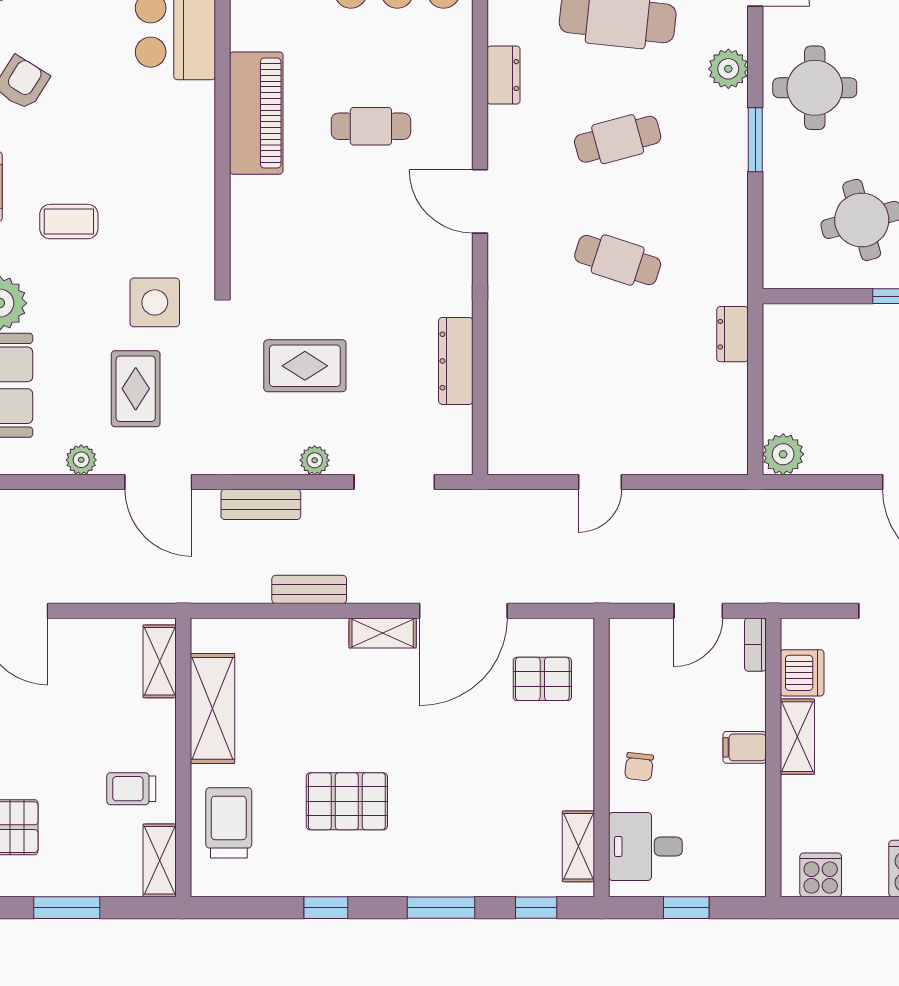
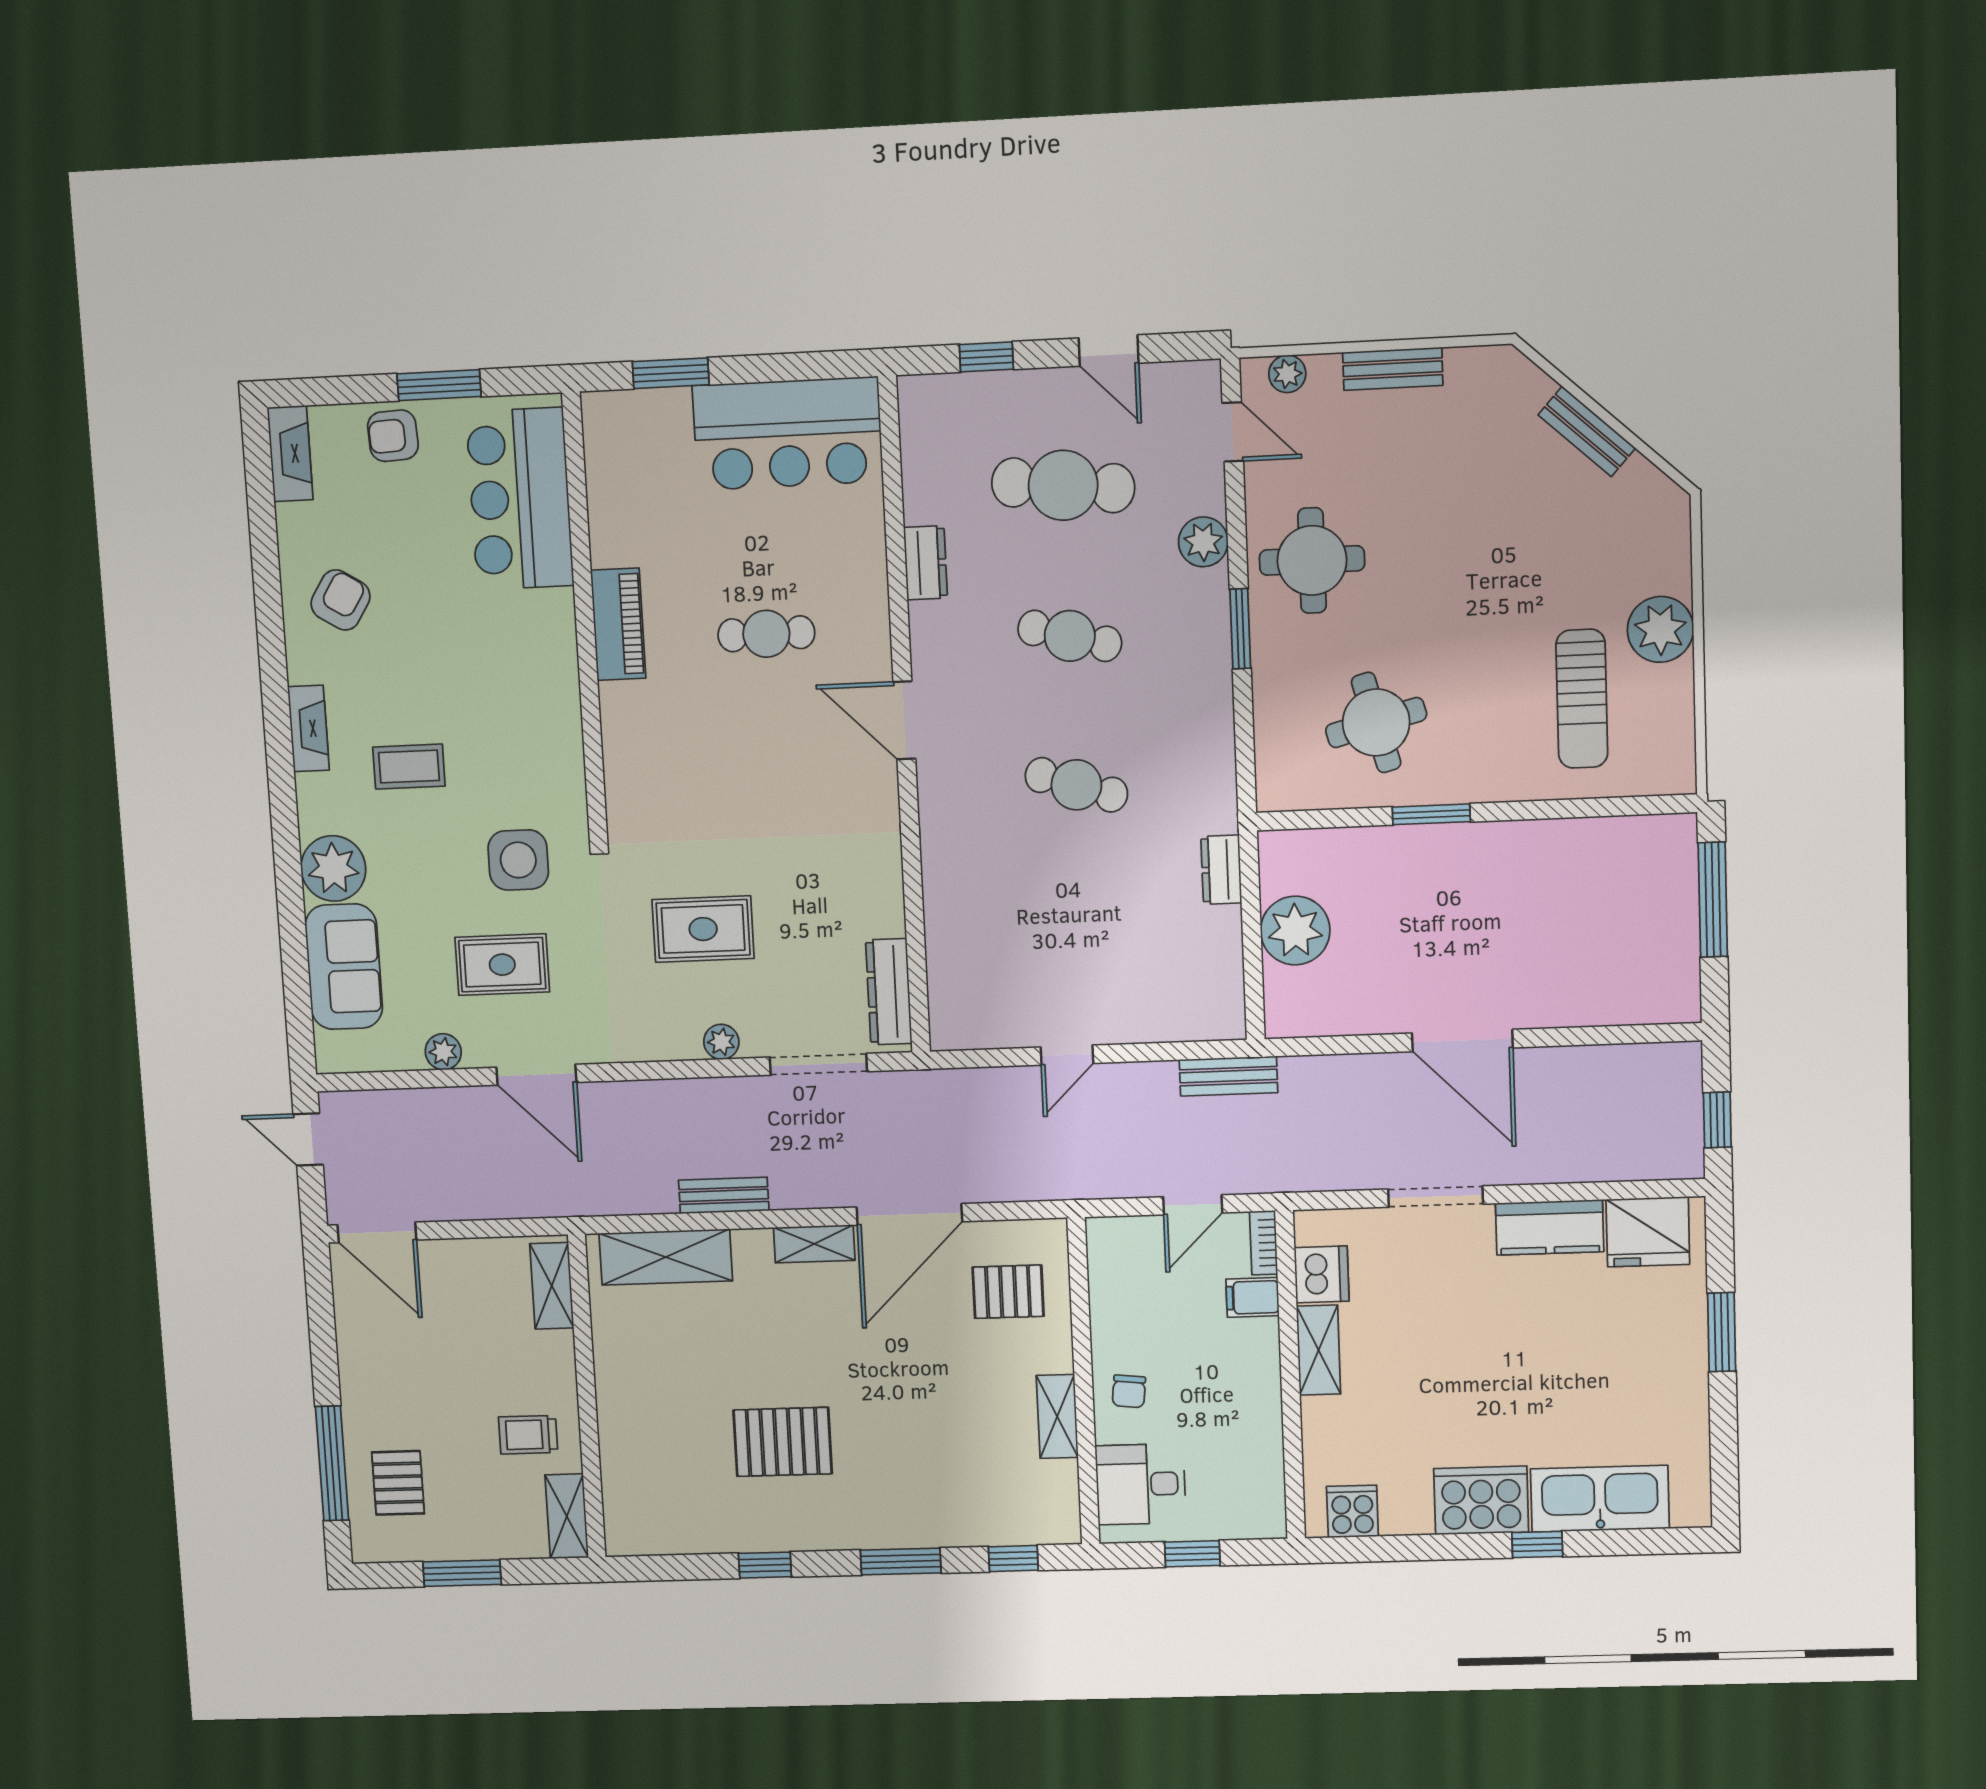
piano: (256, 113) -> (618, 624), width x0.73, depth x0.75
cafe table: (618, 139) -> (1070, 636), turned 30
dresser: (456, 361) -> (889, 992), moved
rug: (136, 389) -> (502, 965), turned 90
plant: (783, 454) -> (1295, 930), moved, width x1.36, depth x1.36
bench: (261, 504) -> (1228, 1076), moved
shelving: (212, 708) -> (666, 1257), moved, turned 90
filing cabinet: (745, 747) -> (1253, 1297), moved
trolley: (229, 823) -> (645, 1471), removed
shelving: (578, 846) -> (1057, 1416), moved

